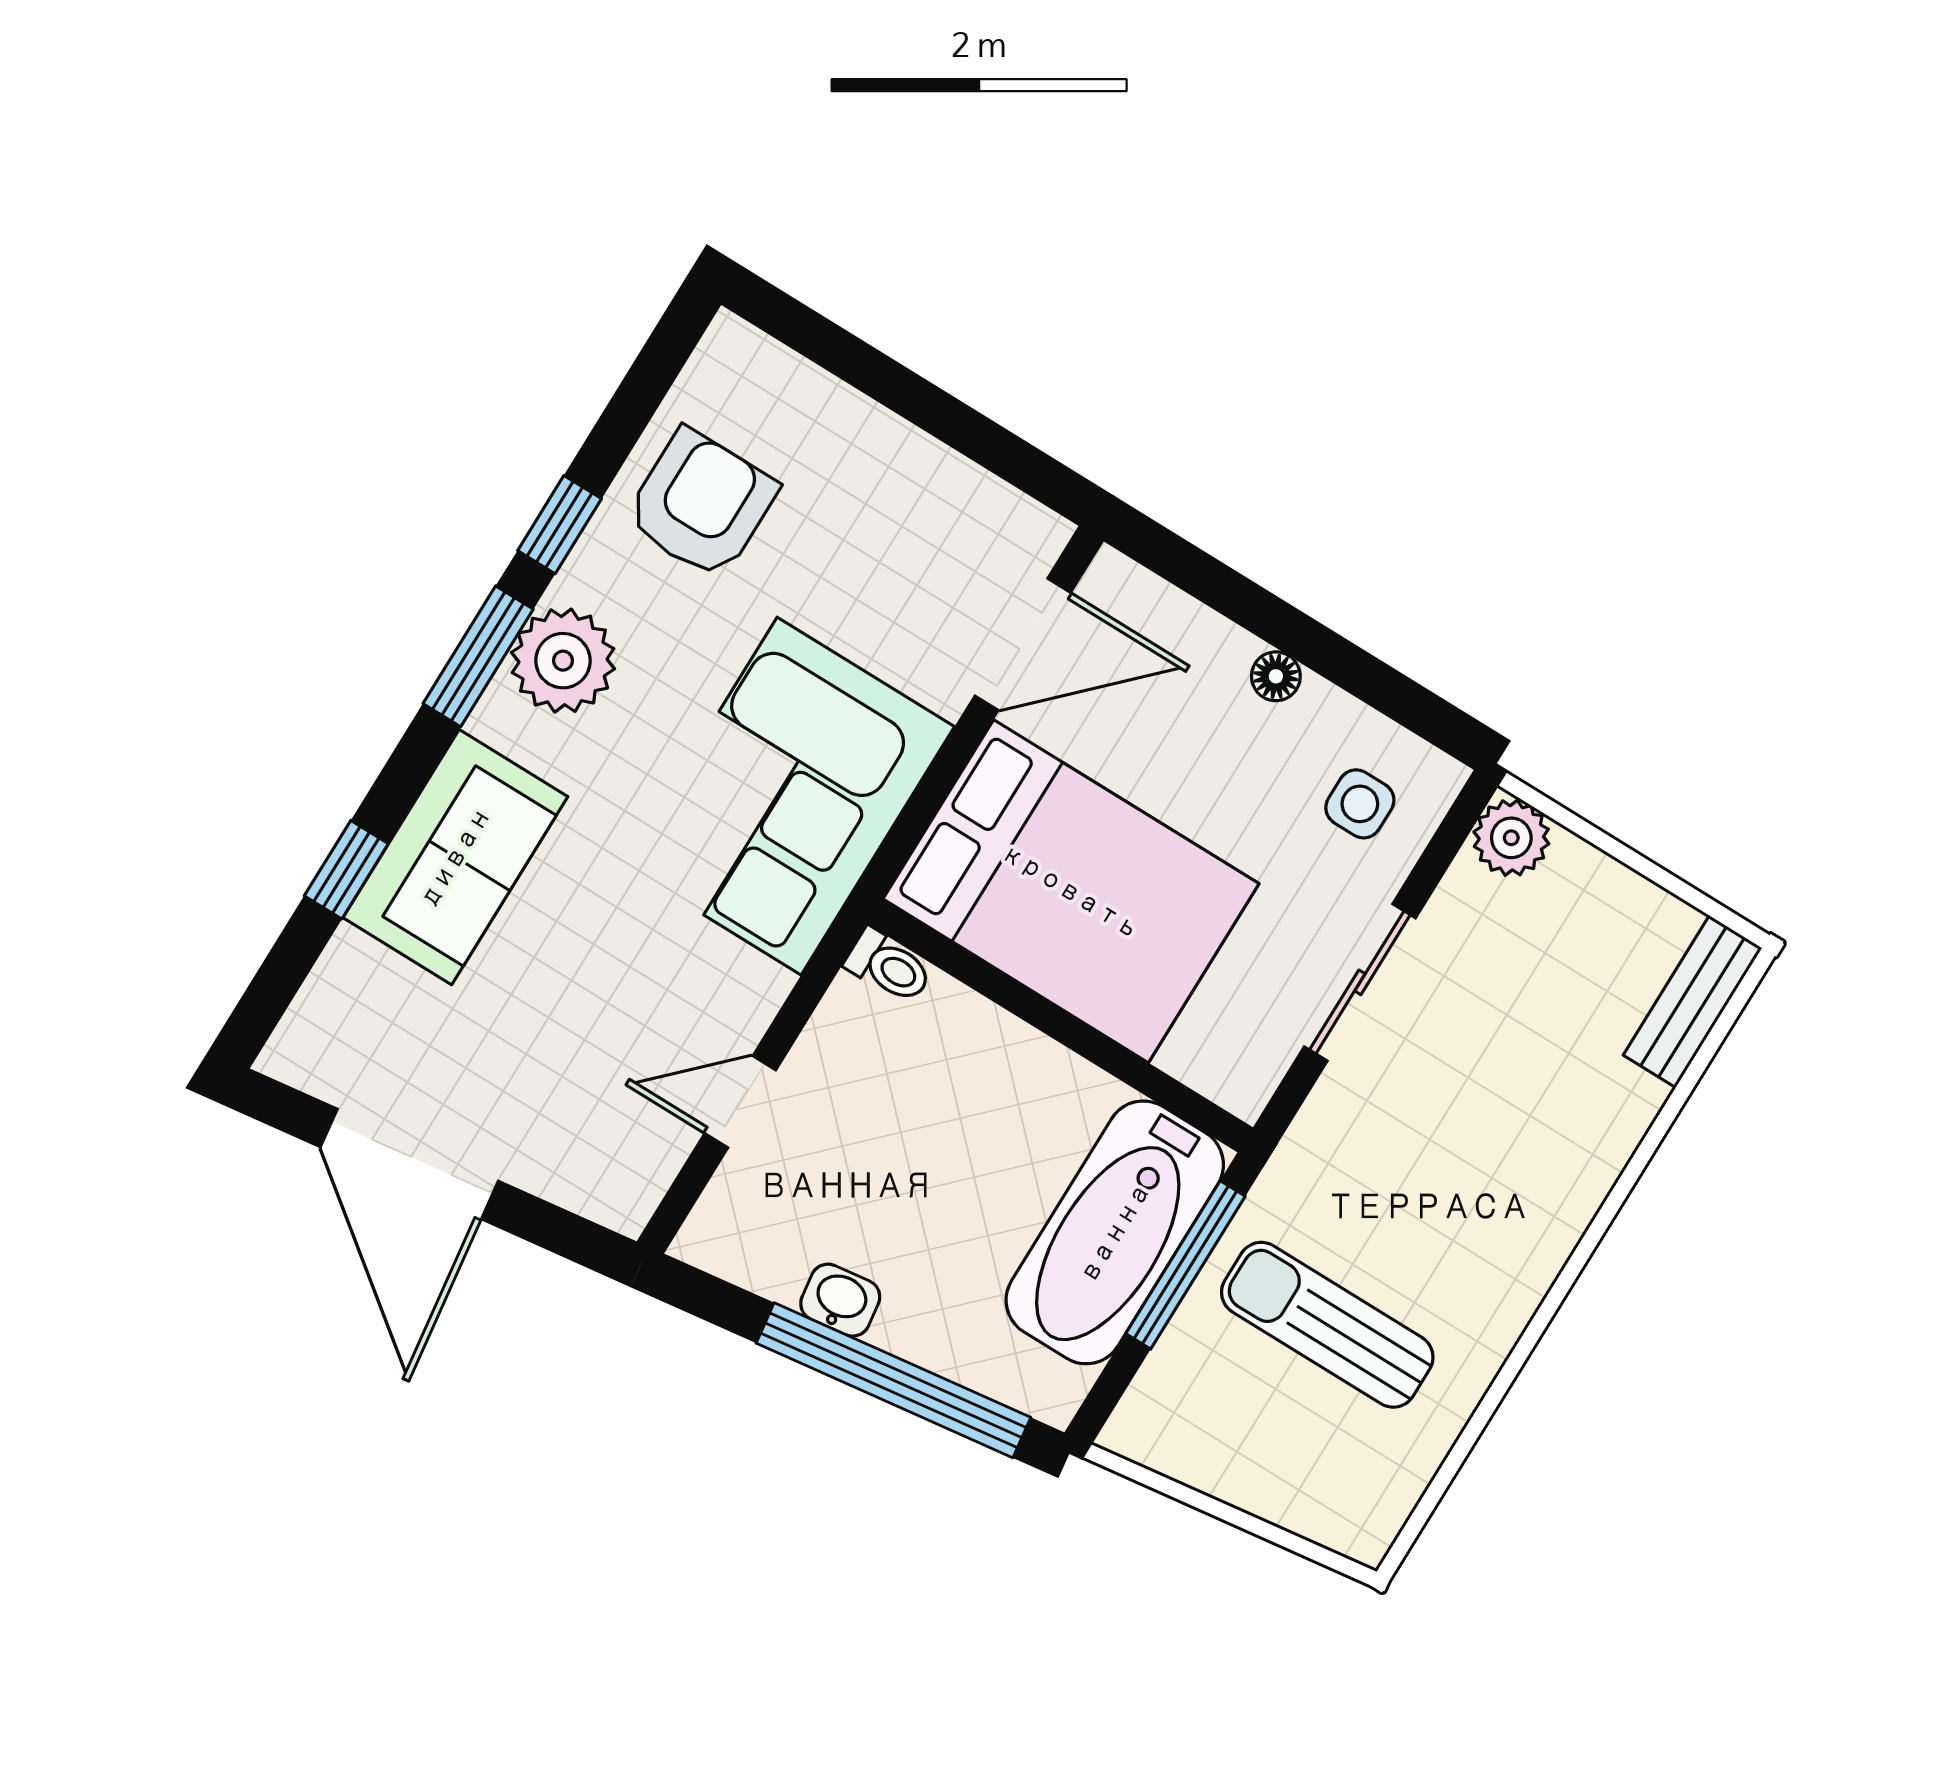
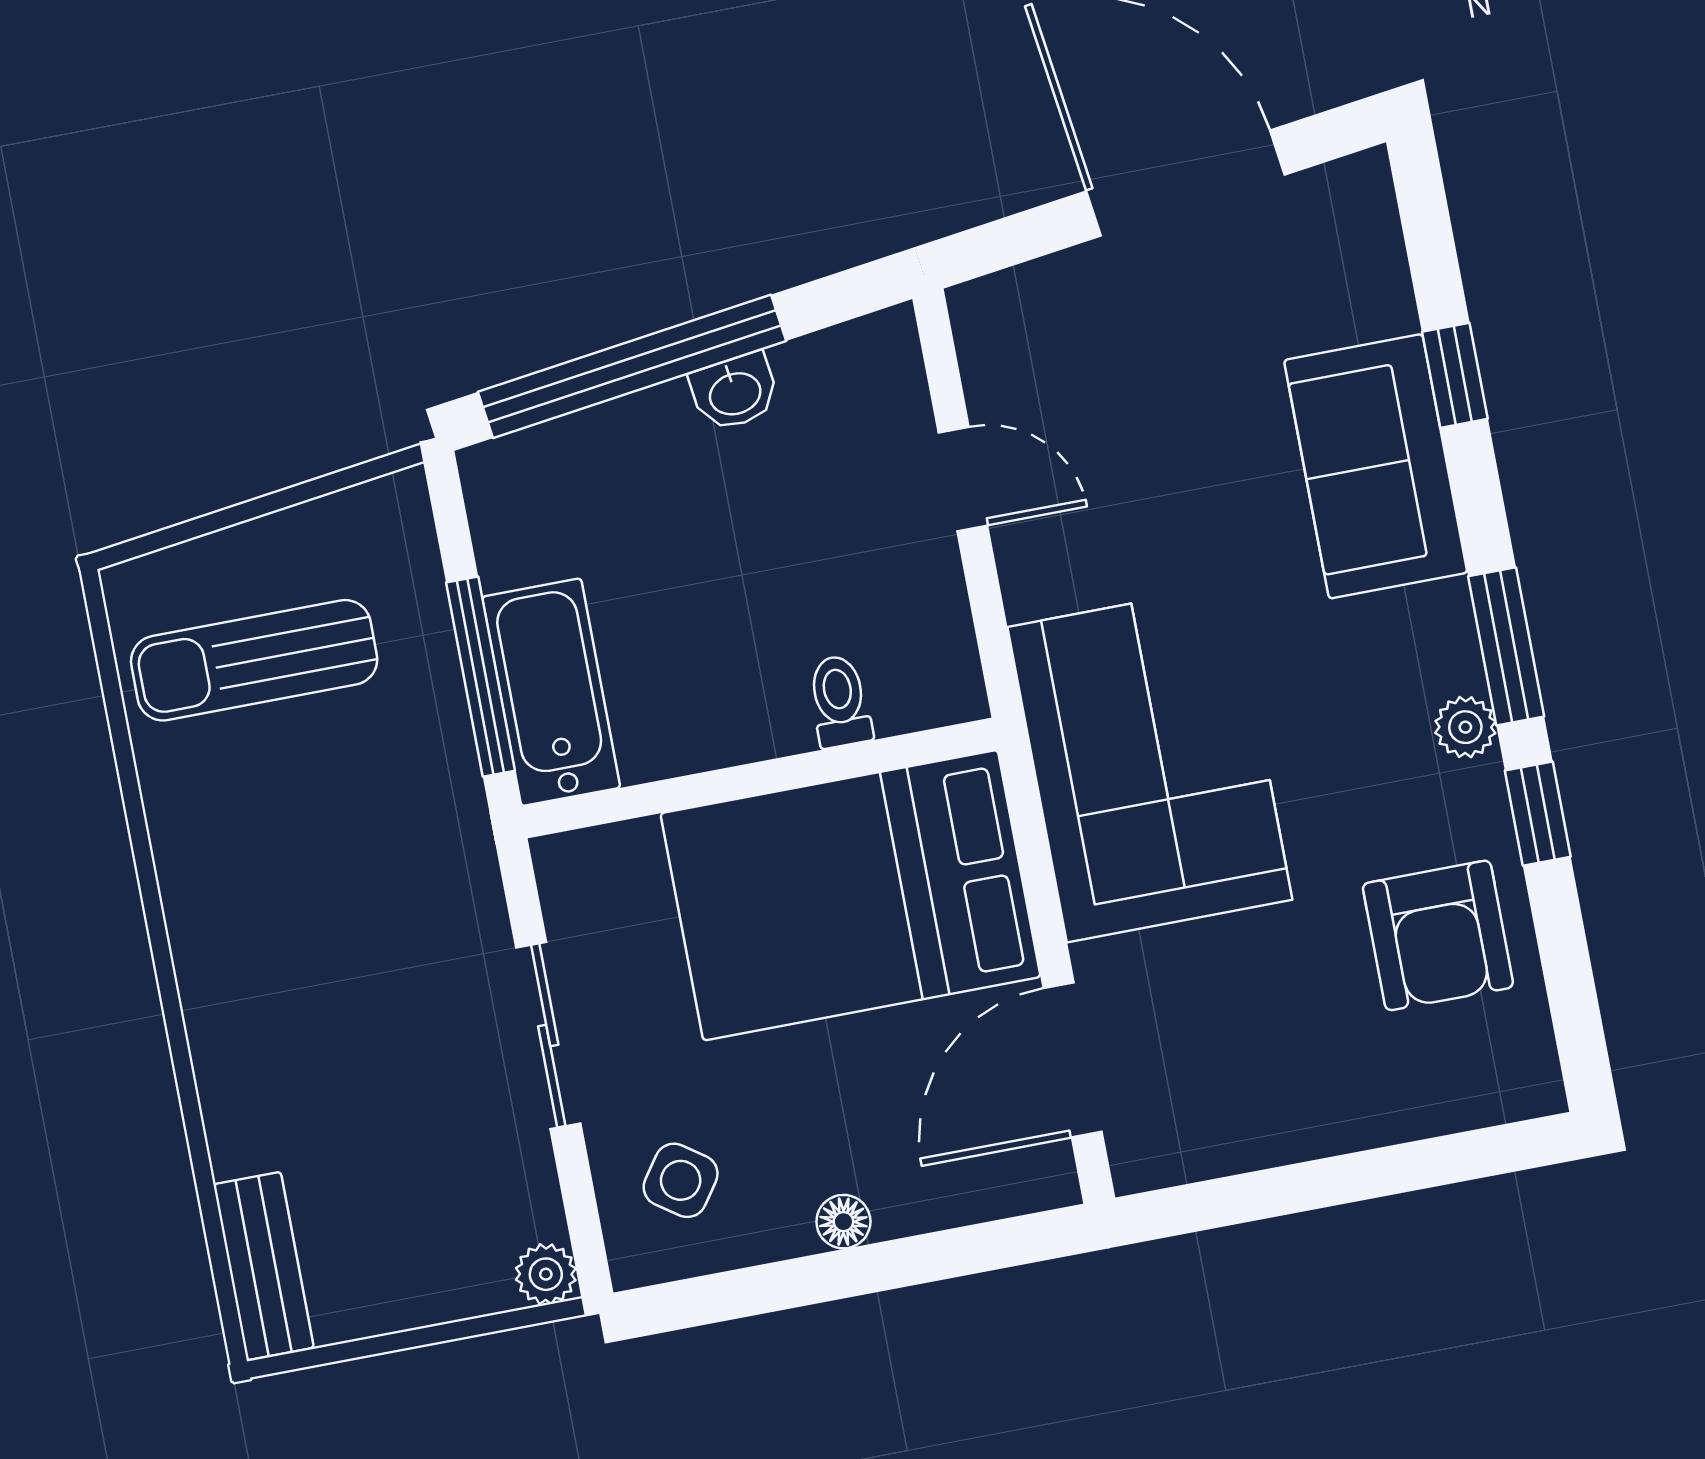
plant: (563, 661) -> (1465, 727), width x0.53, depth x0.53
side table: (1360, 804) -> (681, 1180), turned 35
plant: (1511, 838) -> (546, 1274), width x0.73, depth x0.73
toilet: (889, 966) -> (840, 701), moved, turned 90
door: (740, 1102) -> (963, 479), hinge flipped
bathtub: (1115, 1232) -> (551, 692), width x0.73, depth x0.73
sun lounger: (1327, 1325) -> (254, 660), moved, turned 180

